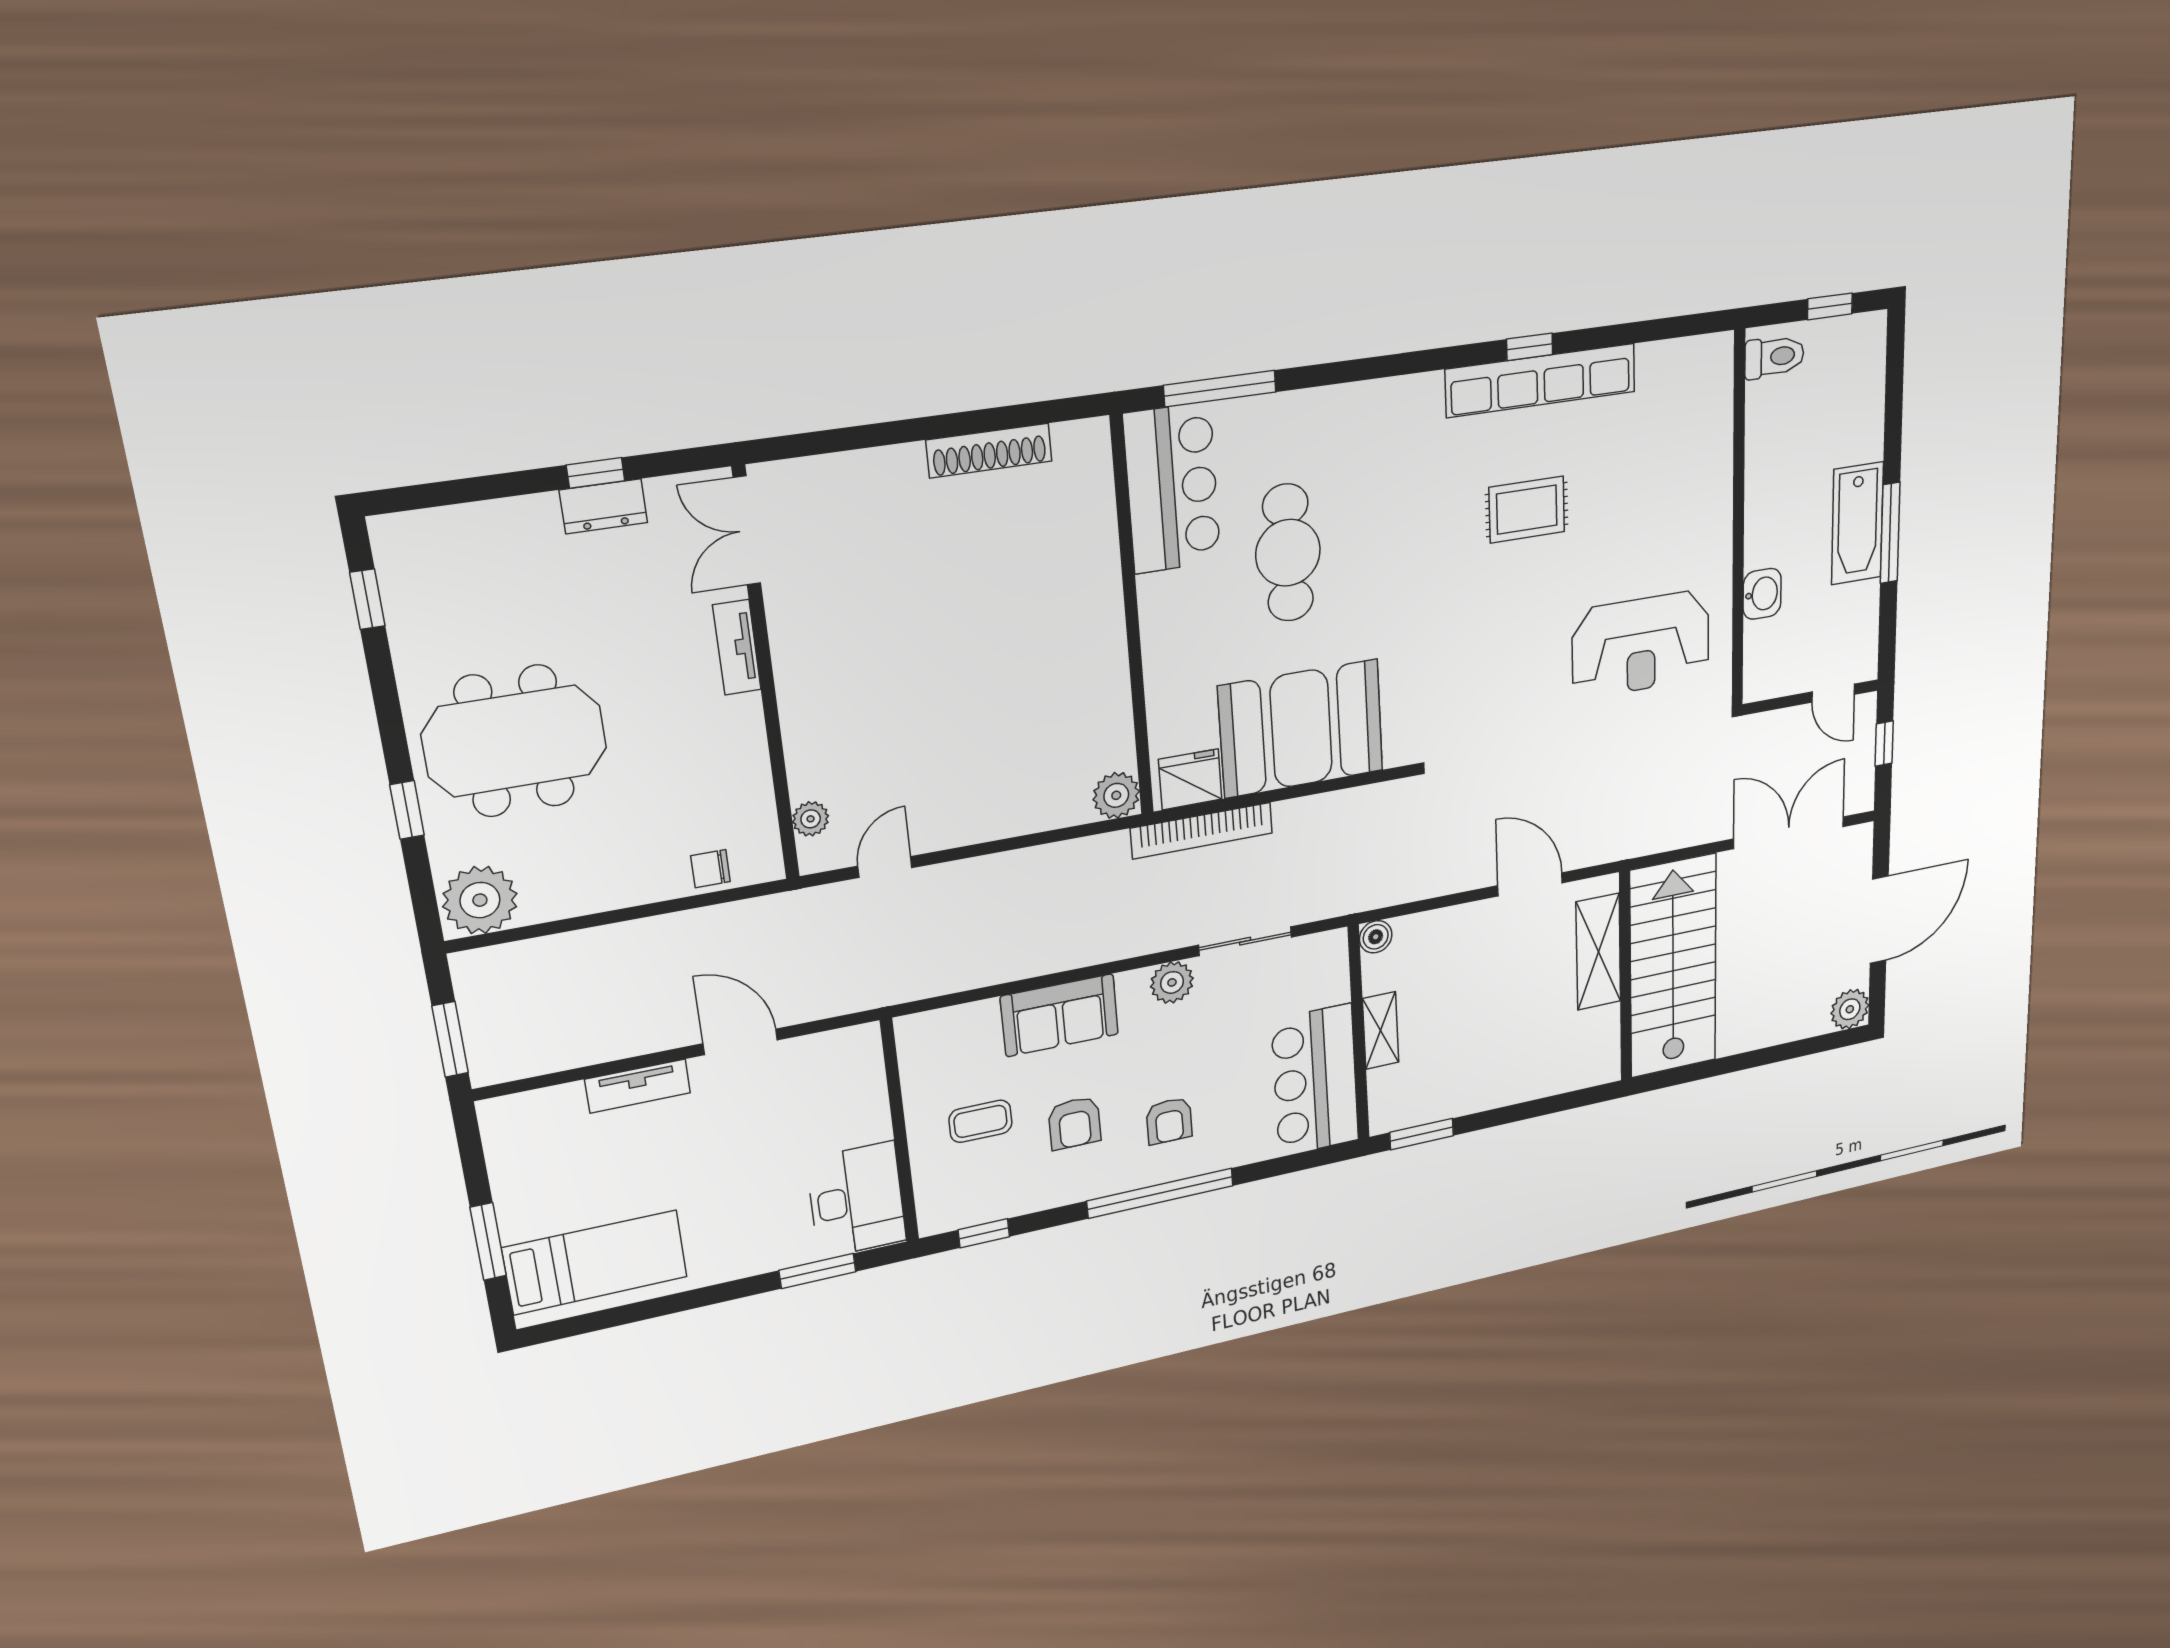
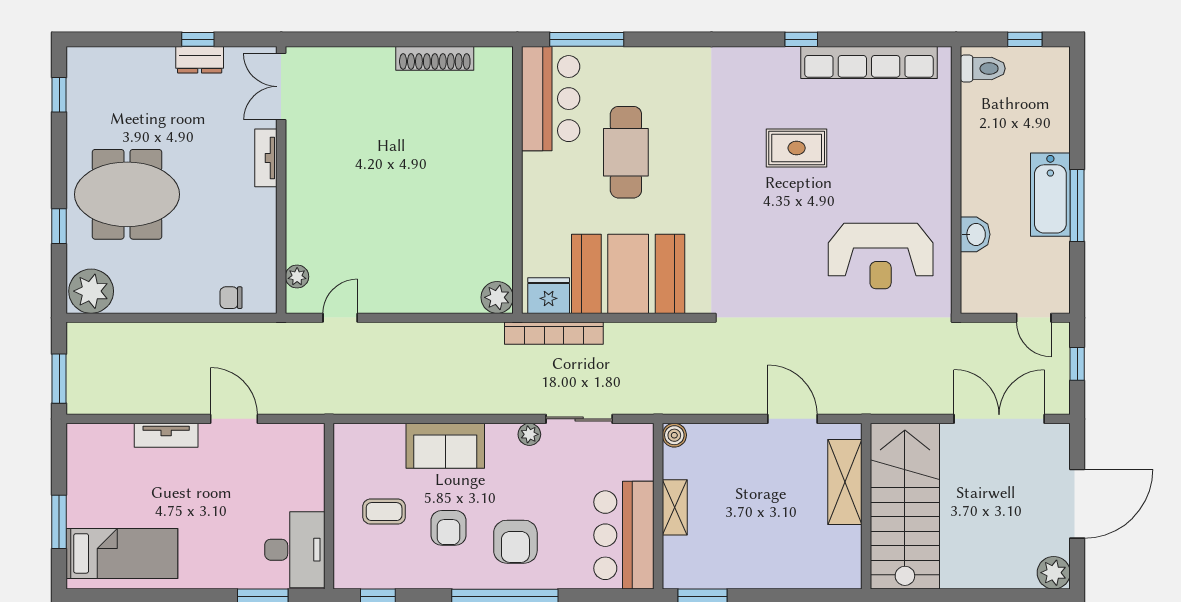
row of seats: (1541, 381) -> (869, 62), moved
plant: (1172, 982) -> (529, 434), width x0.73, depth x0.73
armchair: (1169, 1121) -> (515, 542), width x1.38, depth x1.38

